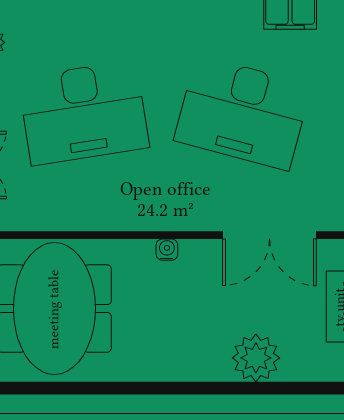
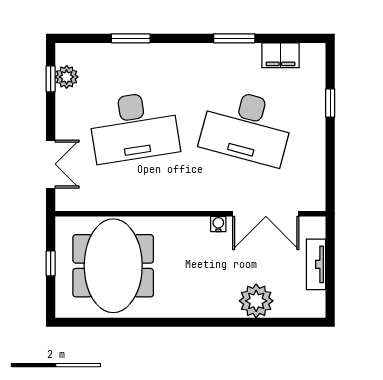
water cooler: (167, 250) -> (218, 224), moved

